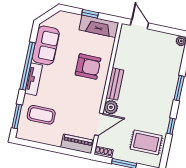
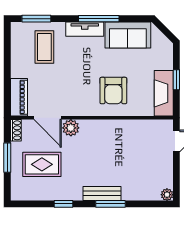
window: (27, 66) -> (99, 19), width x0.68
bench: (115, 84) -> (102, 194), moved
rug: (146, 142) -> (42, 164), moved, turned 90

